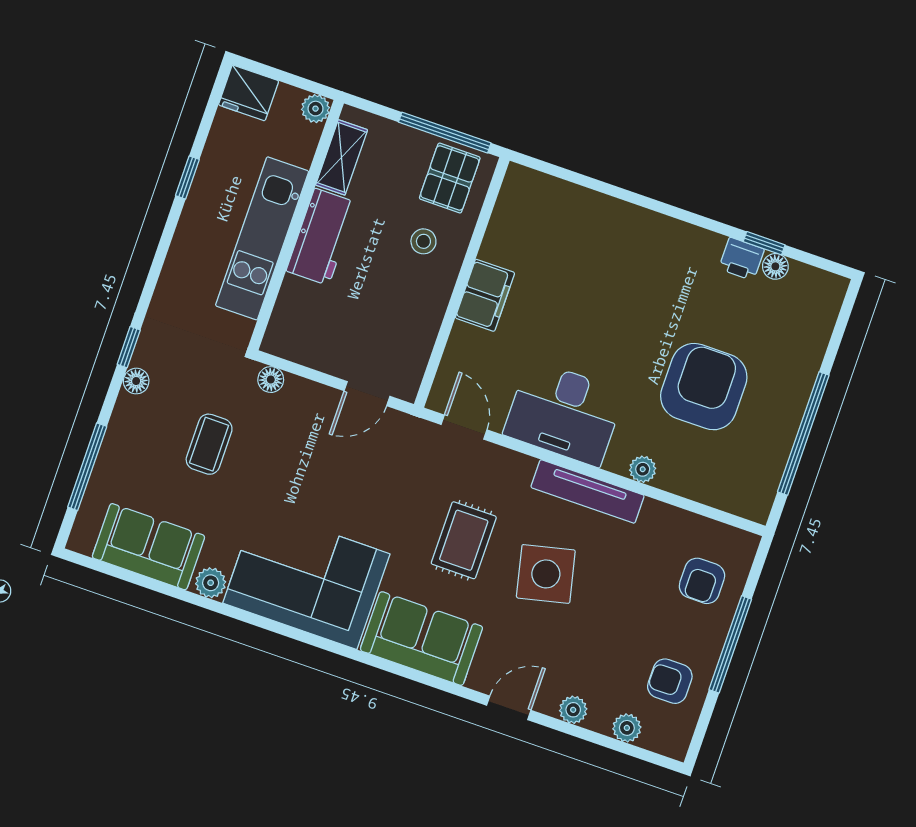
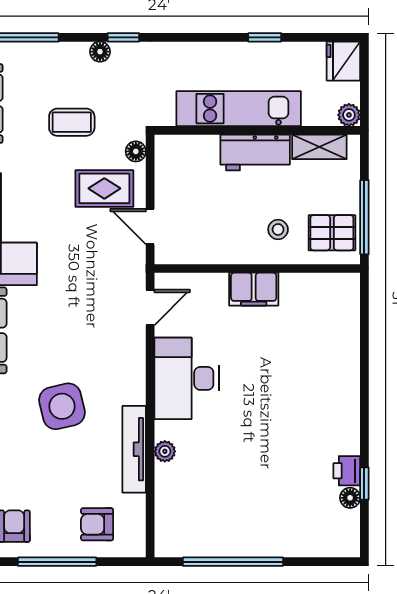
armchair: (704, 387) -> (242, 476), removed
tv unit: (588, 491) -> (134, 449), moved
rug: (464, 540) -> (104, 188), moved

